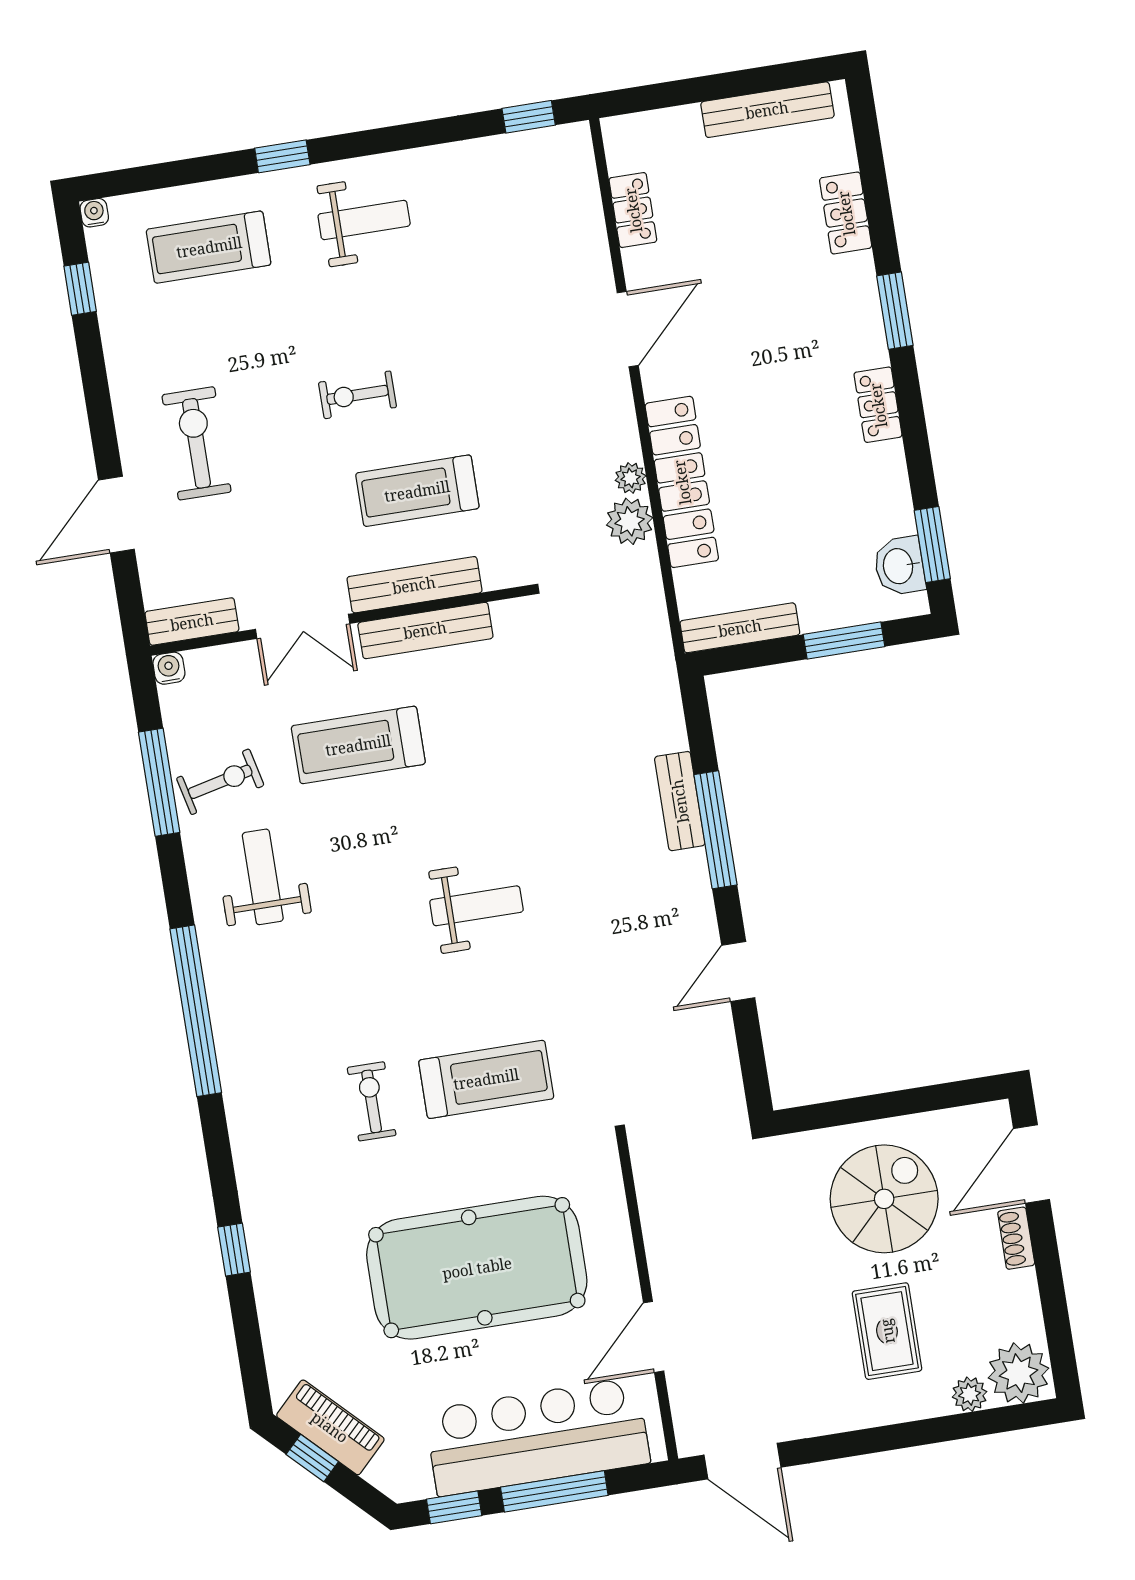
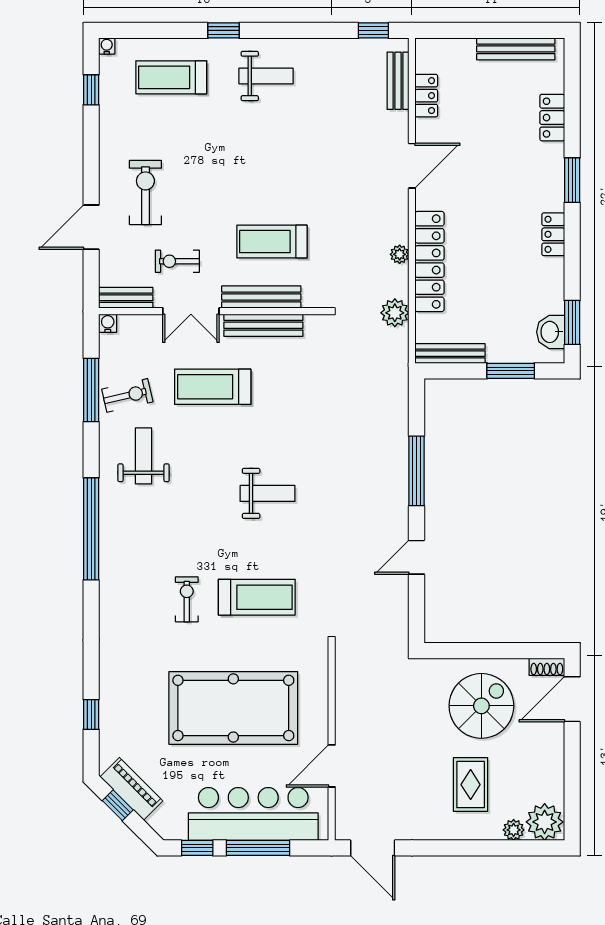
exercise bike: (357, 395) -> (177, 261), moved
plant: (630, 521) -> (395, 313), moved
bench: (680, 801) -> (398, 81), moved
shoe rack: (1016, 1238) -> (547, 667), moved, turned -90
window: (234, 1250) -> (91, 714), moved

